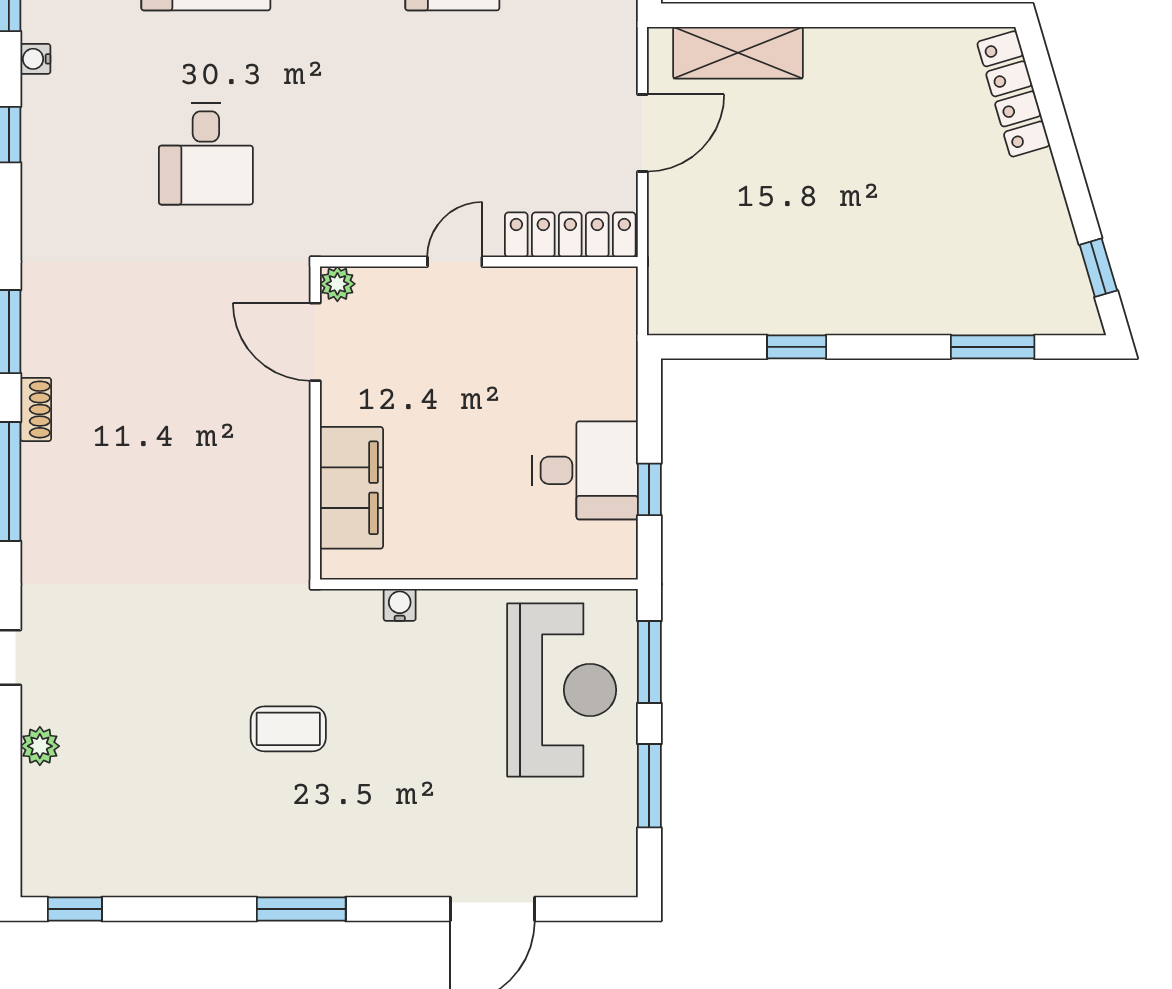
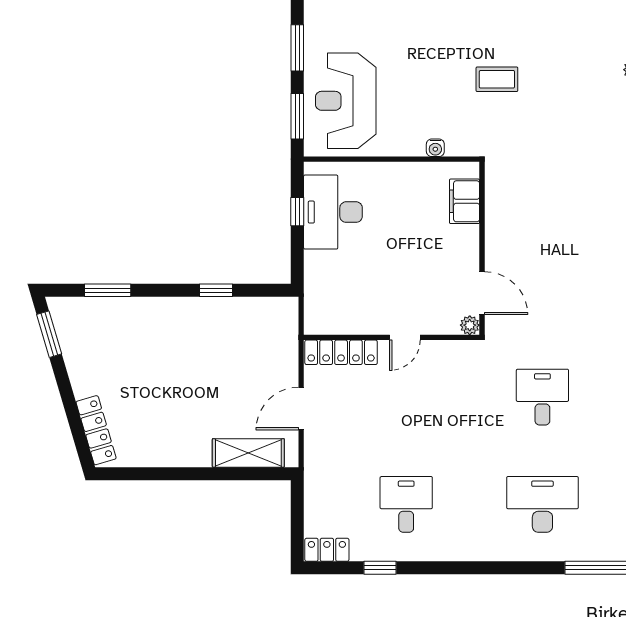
window: (1098, 268) -> (49, 334), width x1.50
desk: (585, 470) -> (333, 212), width x1.37
filing cabinet: (351, 488) -> (464, 201), width x0.67, depth x0.86

